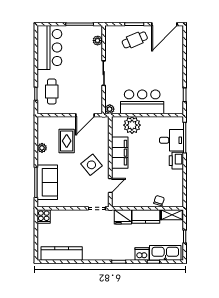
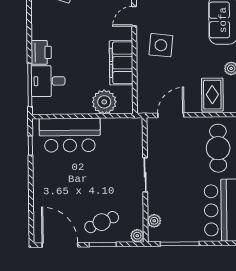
door: (164, 24) -> (60, 245), hinge flipped
cafe table: (52, 91) -> (218, 148), width x1.37, depth x1.35
bar counter: (142, 102) -> (70, 135), moved
plant: (110, 109) -> (137, 236), moved
rug: (67, 141) -> (212, 95), moved
side table: (91, 165) -> (161, 45), turned 45

